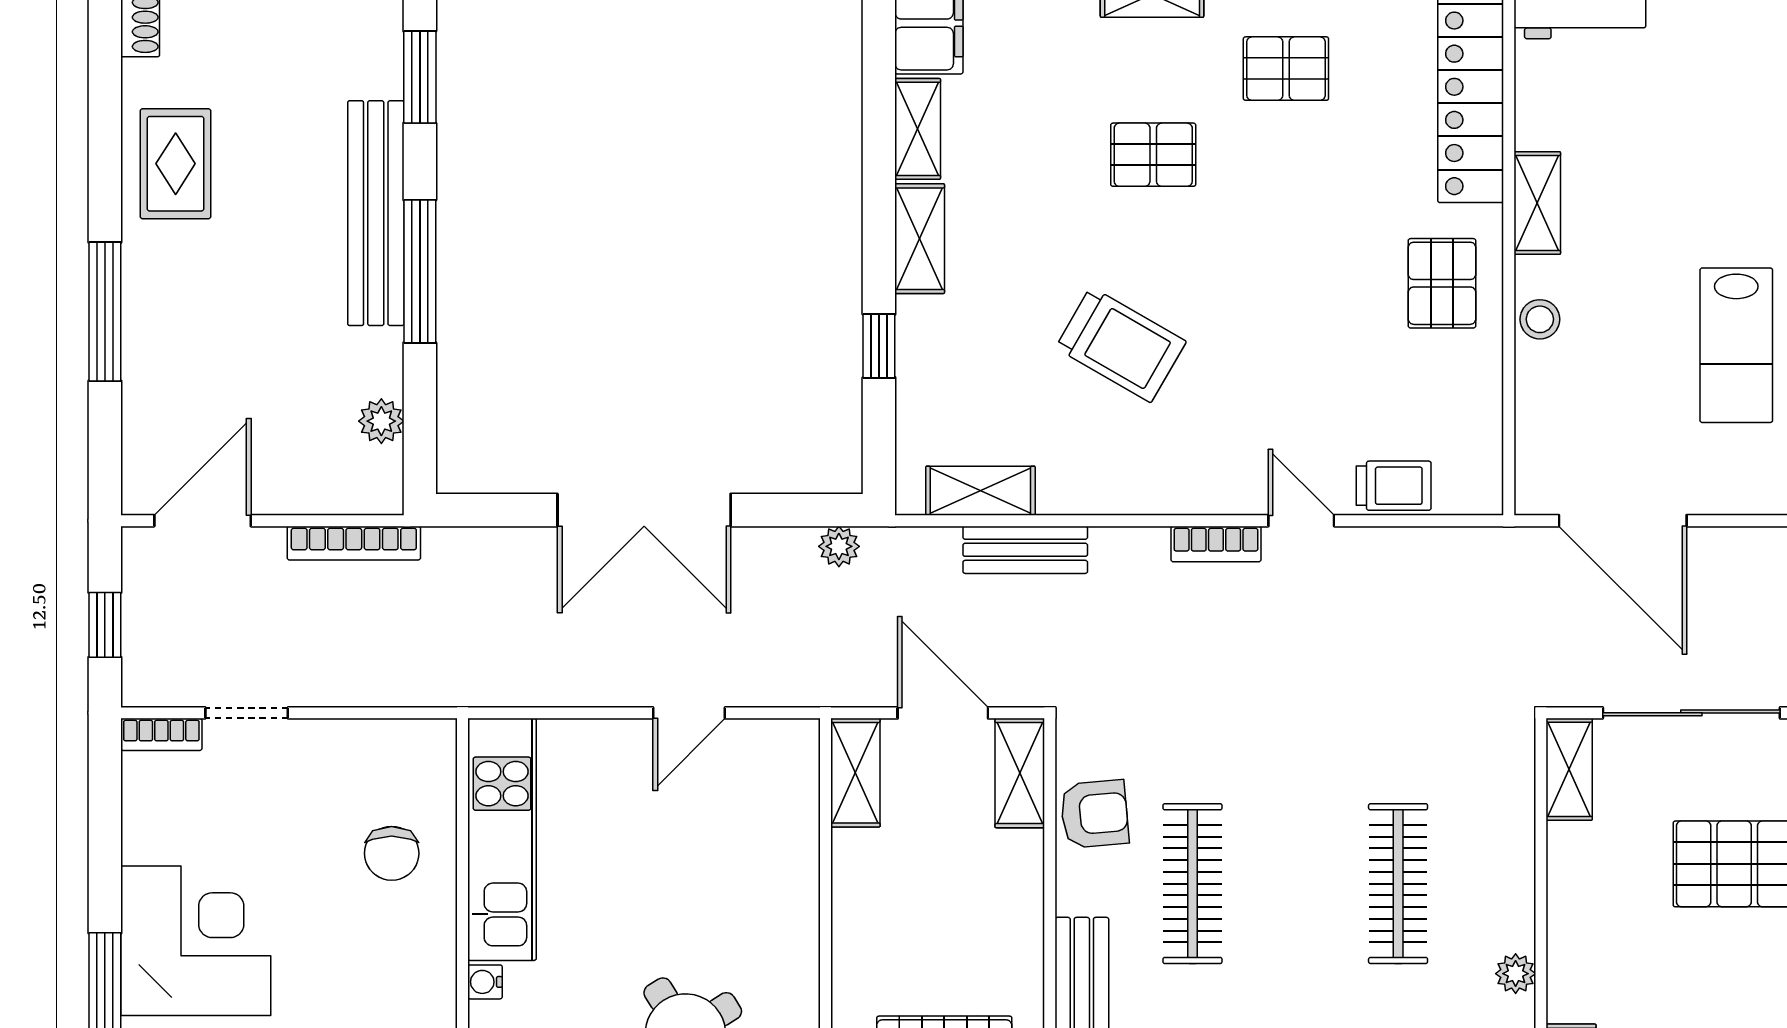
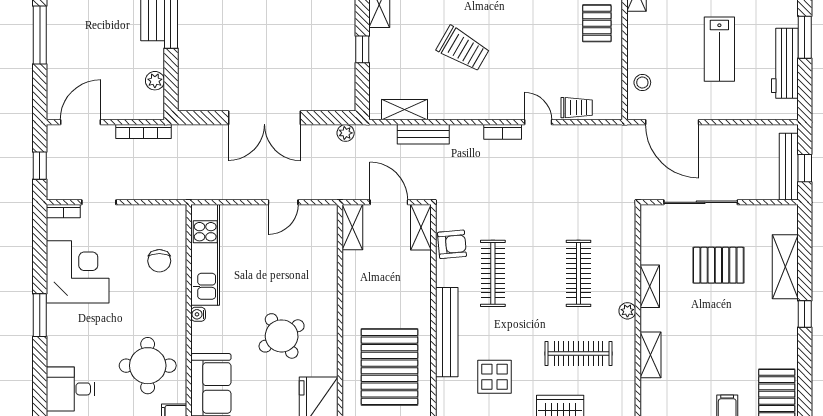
stool: (1540, 319) -> (642, 82), moved
shelving: (1569, 769) -> (650, 286), moved
corner desk: (196, 941) -> (78, 272), moved

